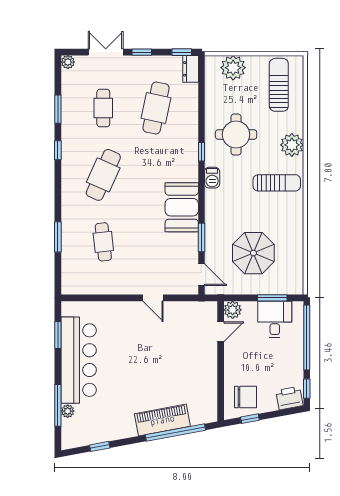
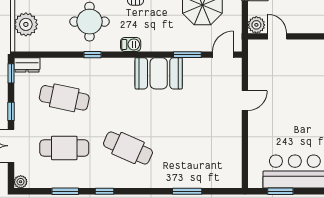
cafe table: (103, 108) -> (64, 148), width x1.37, depth x1.35
window: (201, 152) -> (93, 55), moved
cafe table: (103, 242) -> (192, 148), removed

